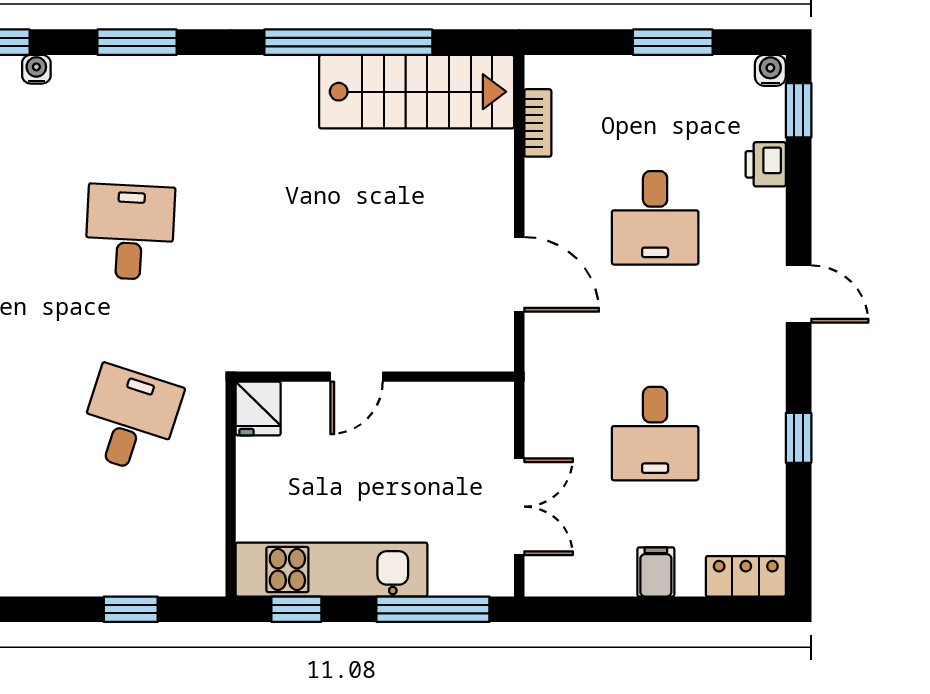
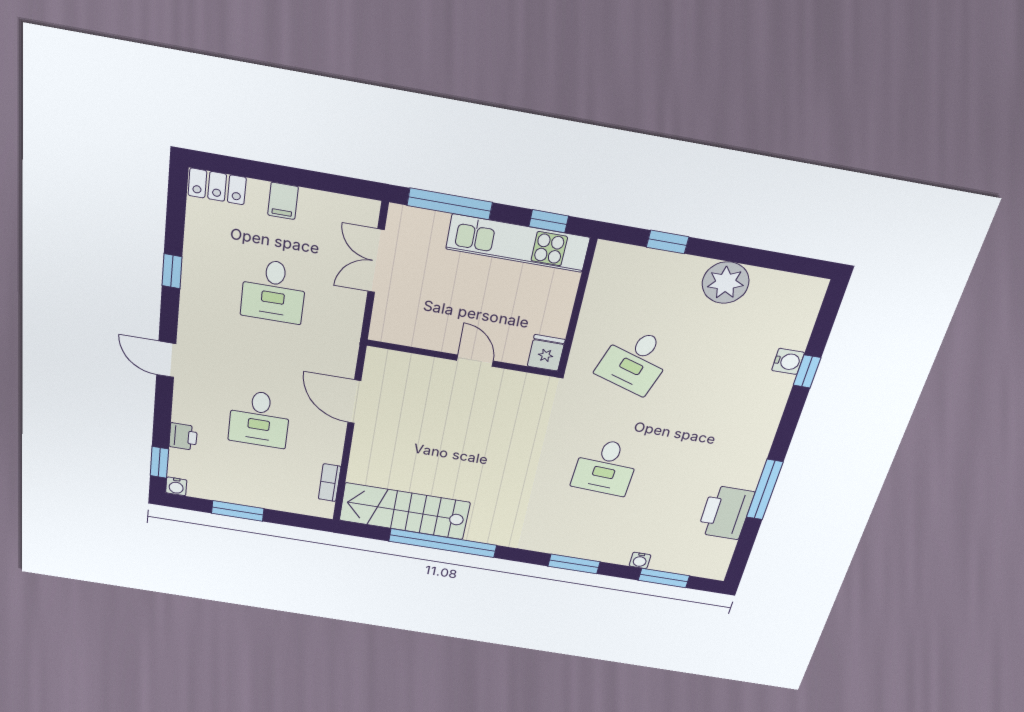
desk: (655, 218) -> (259, 419), turned 180
door: (356, 377) -> (475, 361), hinge flipped
desk: (655, 434) -> (274, 291), turned 180
plant: (37, 564) -> (726, 283), added

